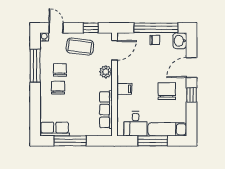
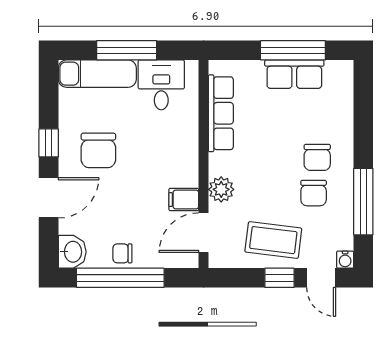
window: (91, 28) -> (279, 278), moved
filing cabinet: (124, 89) -> (184, 200), moved
row of seats: (55, 129) -> (294, 74), moved

